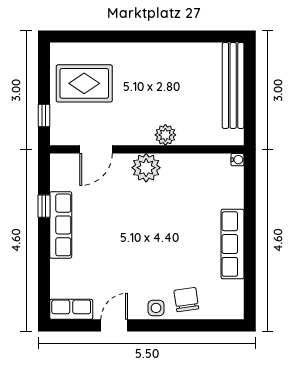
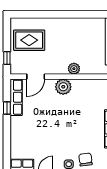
row of seats: (61, 225) -> (16, 97), moved

